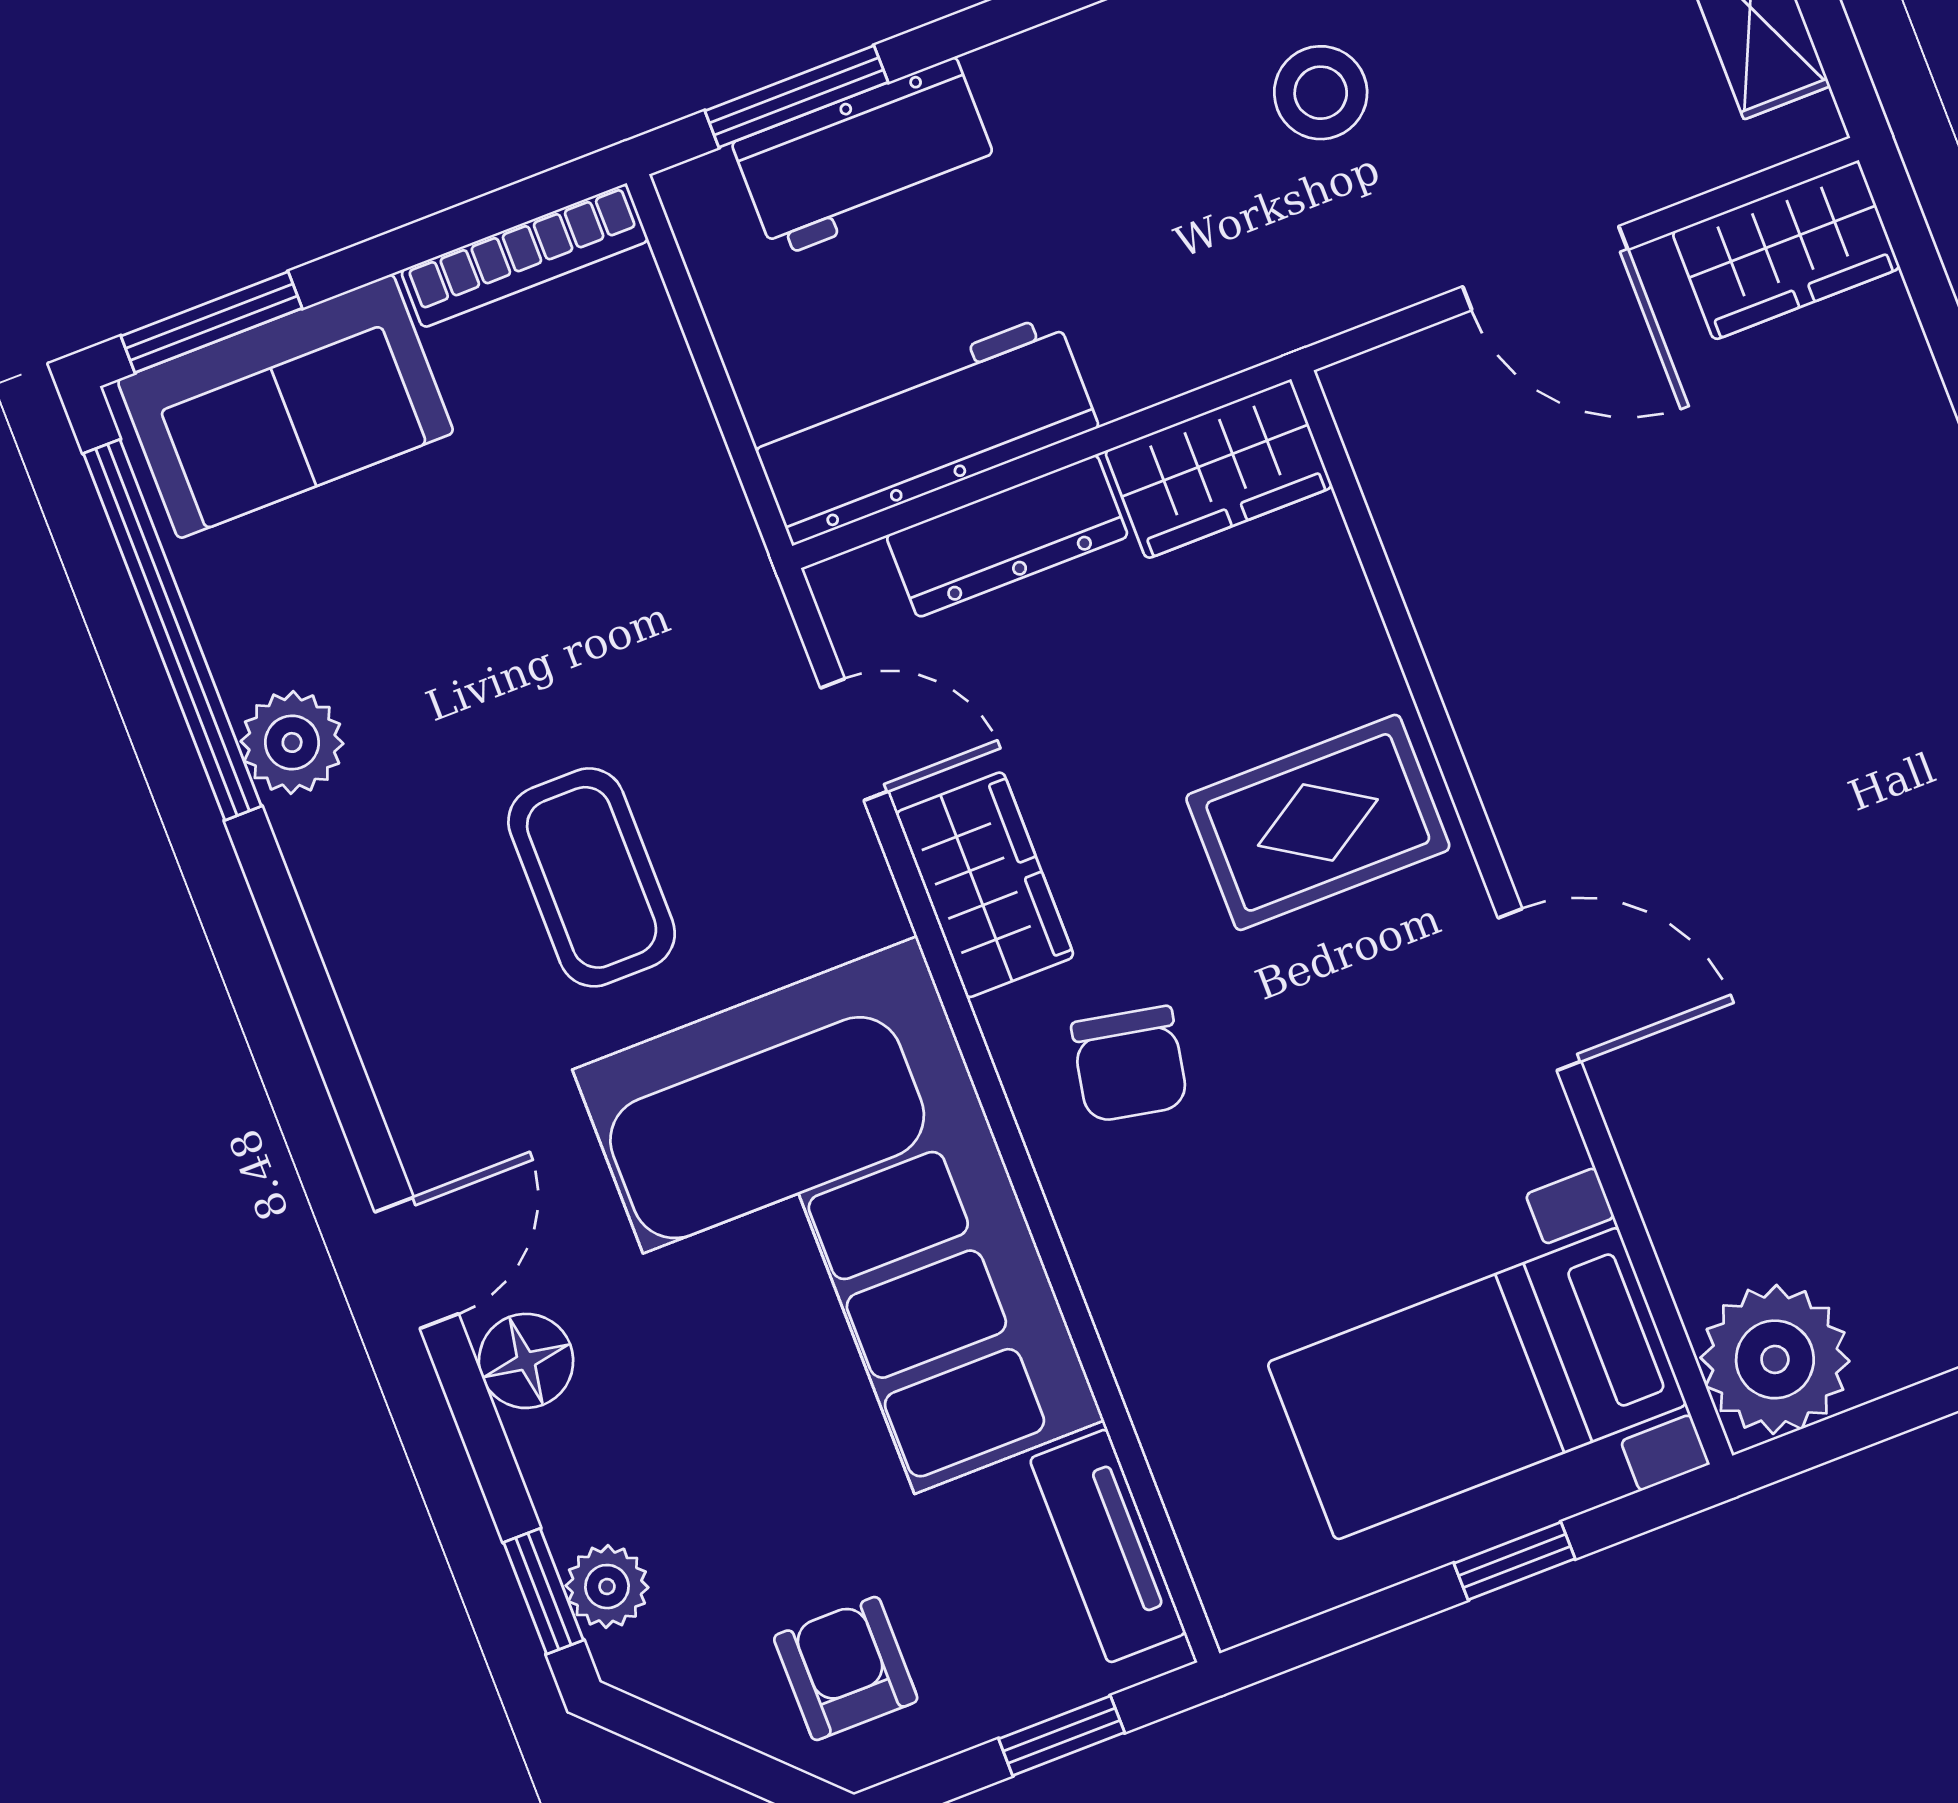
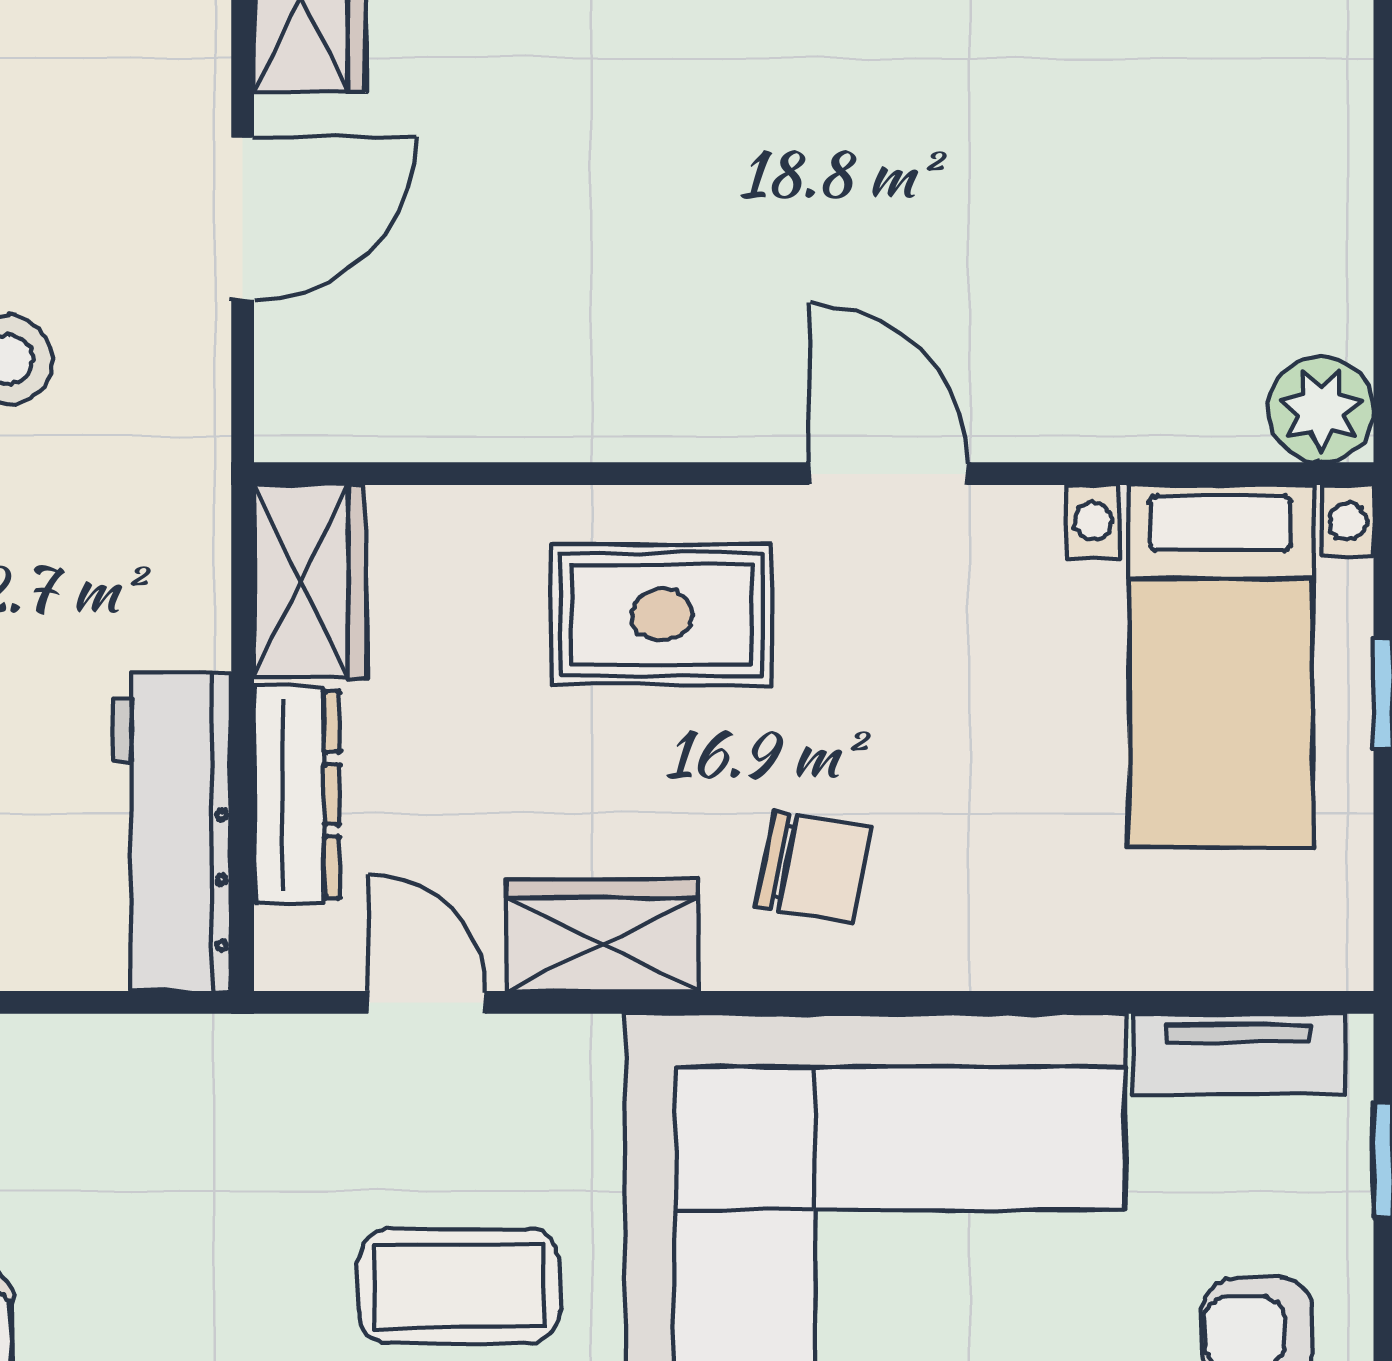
door: (854, 740) -> (427, 1002), hinge flipped
rug: (1318, 822) -> (661, 615), turned 90
door: (1540, 990) -> (888, 474), hinge flipped
plant: (1775, 1359) -> (1321, 410), width x0.73, depth x0.73

